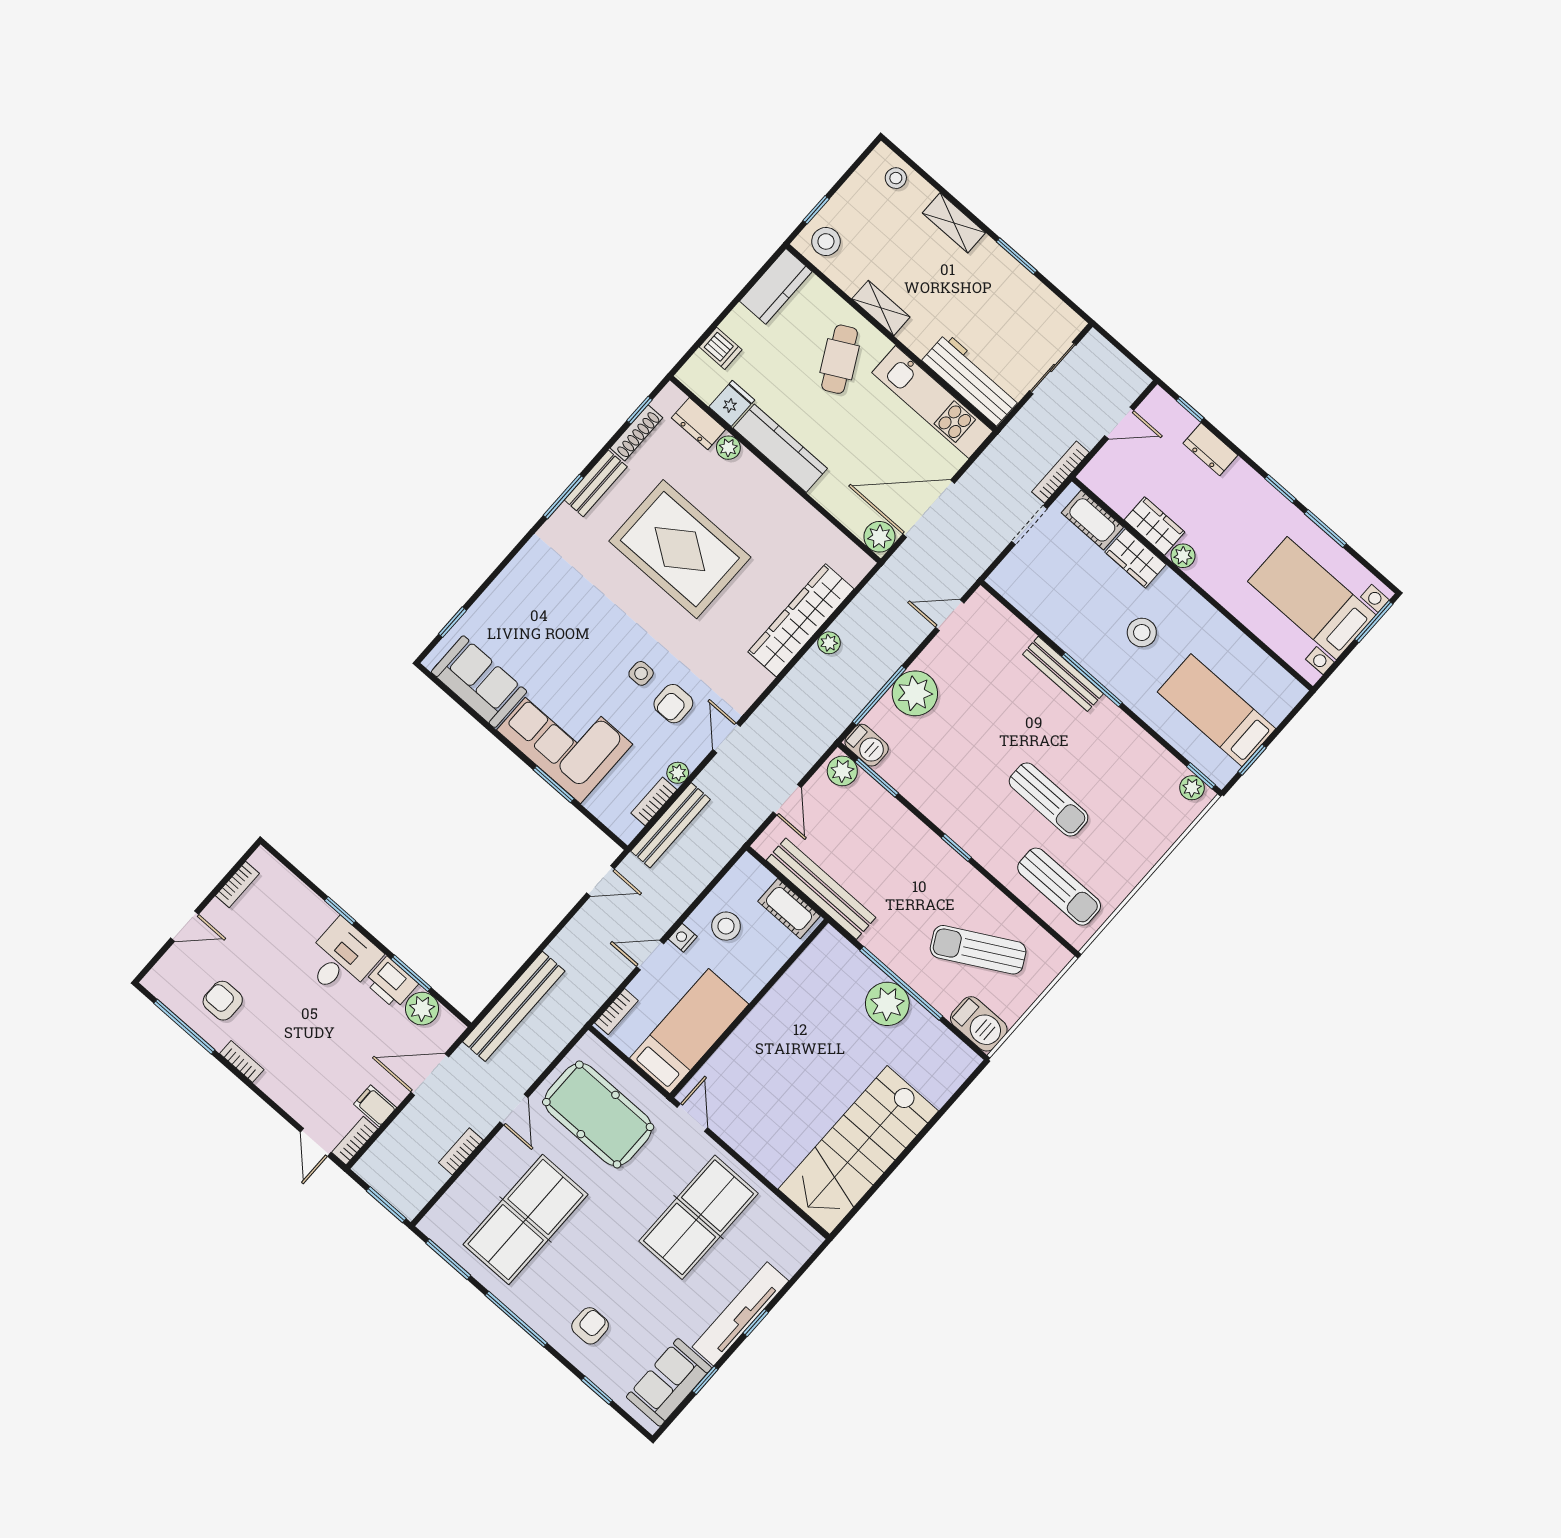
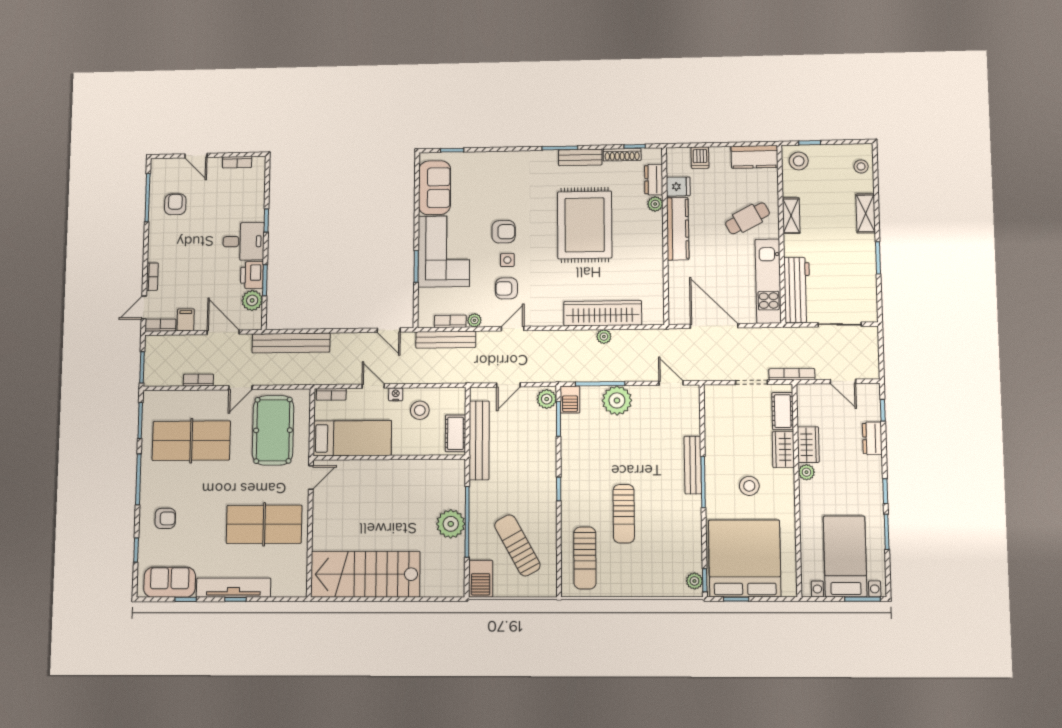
plant: (879, 537) -> (678, 315), removed
armchair: (604, 648) -> (504, 232), added
bed: (1216, 710) -> (745, 558), width x2.04
bookcase: (242, 1062) -> (152, 277), moved

